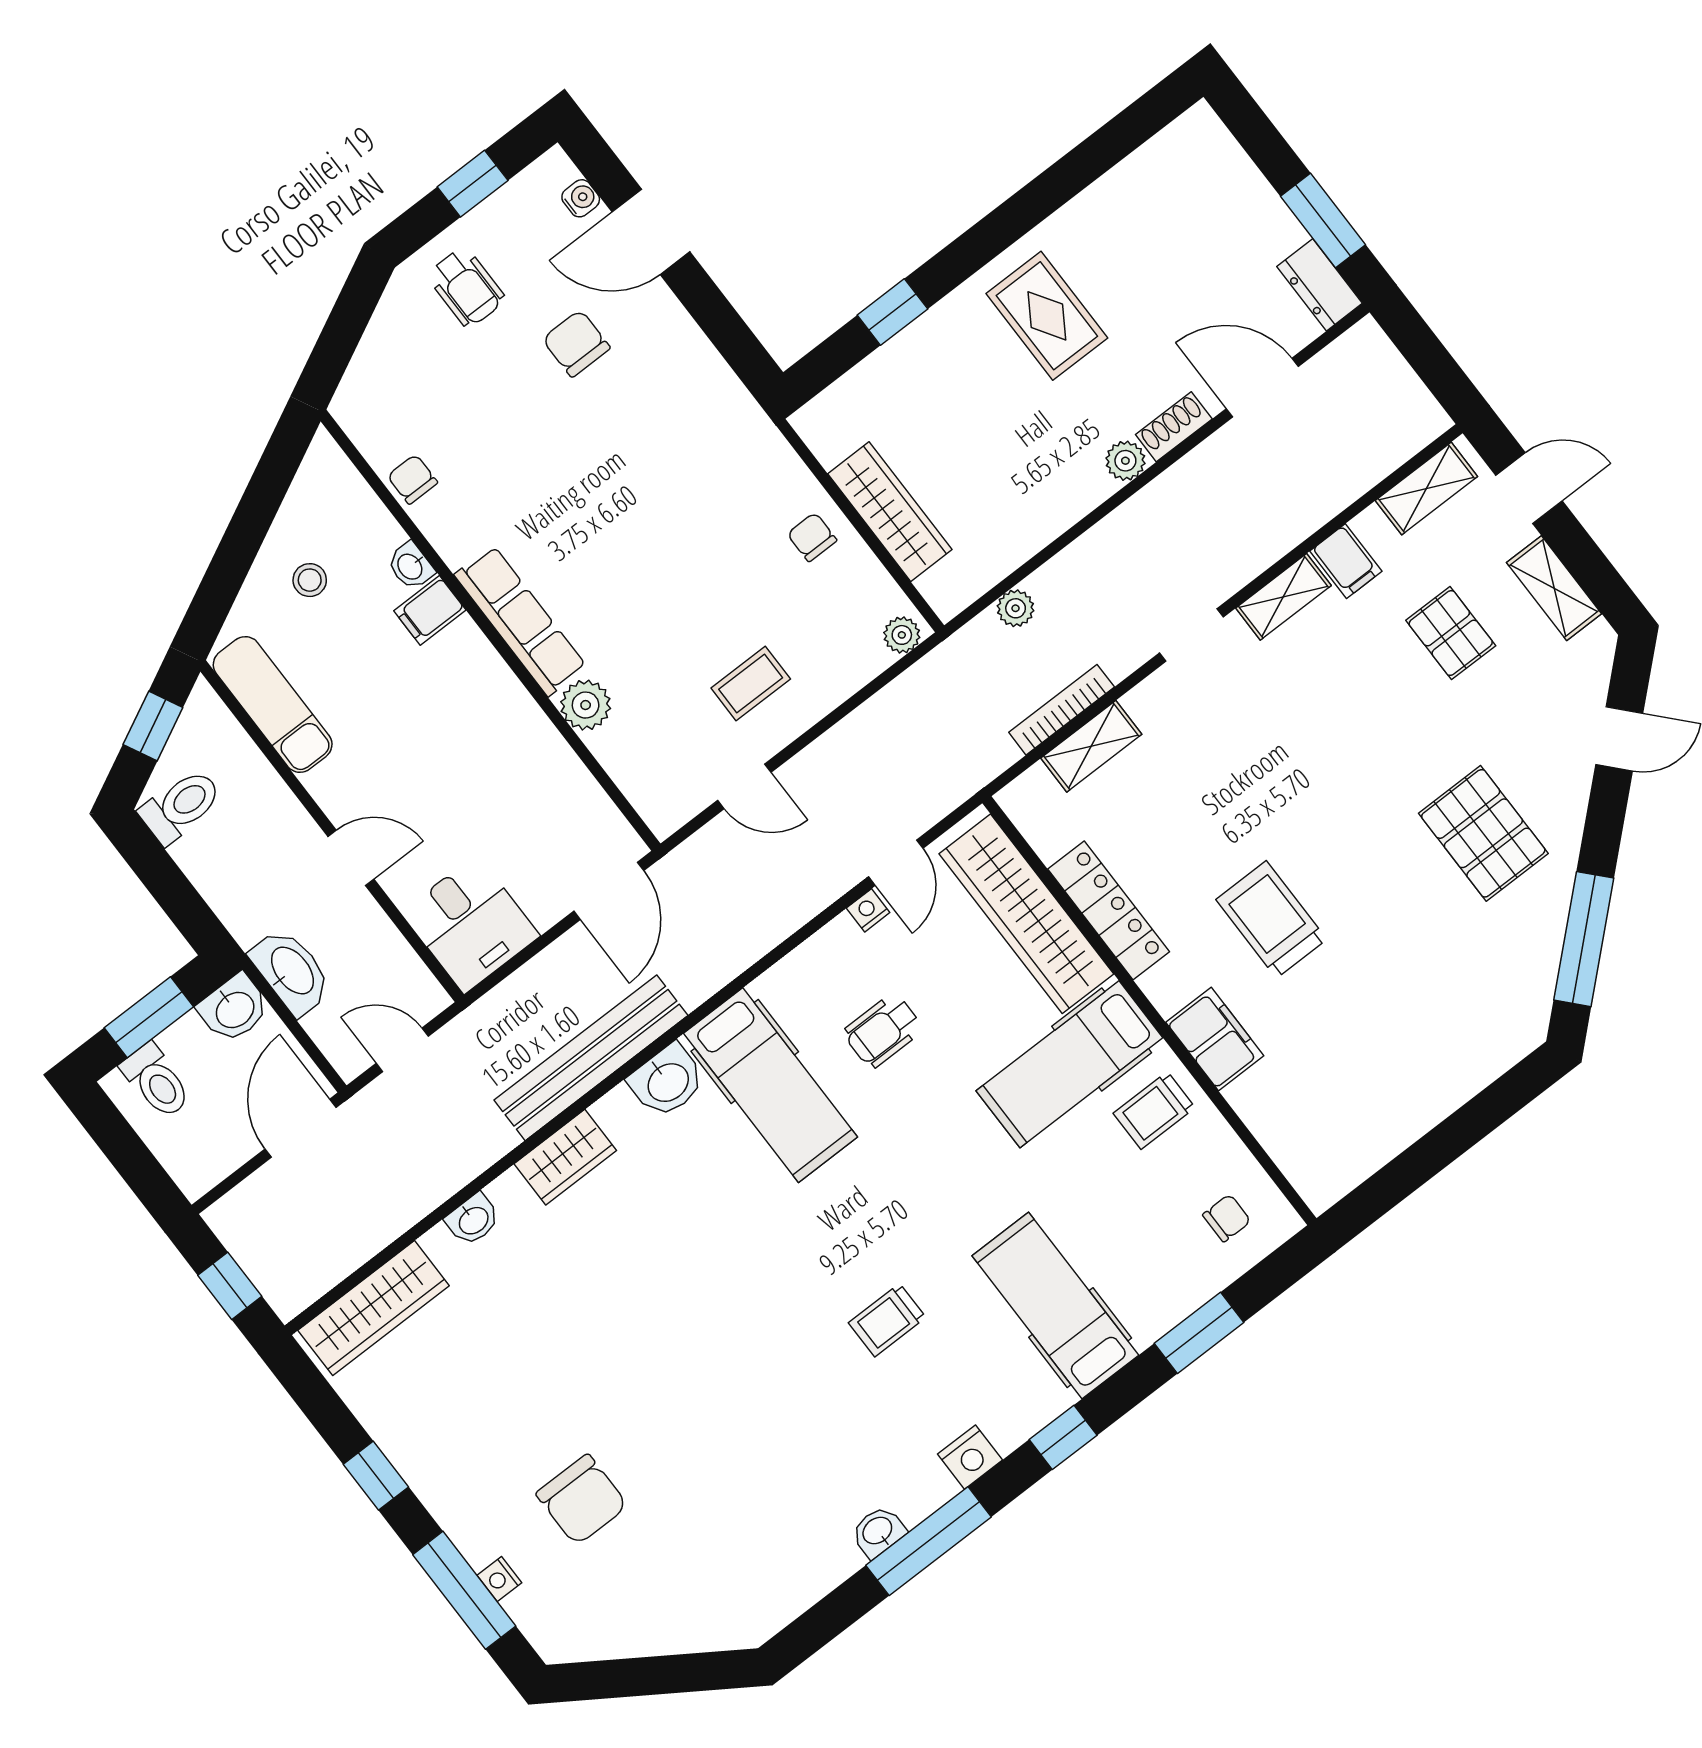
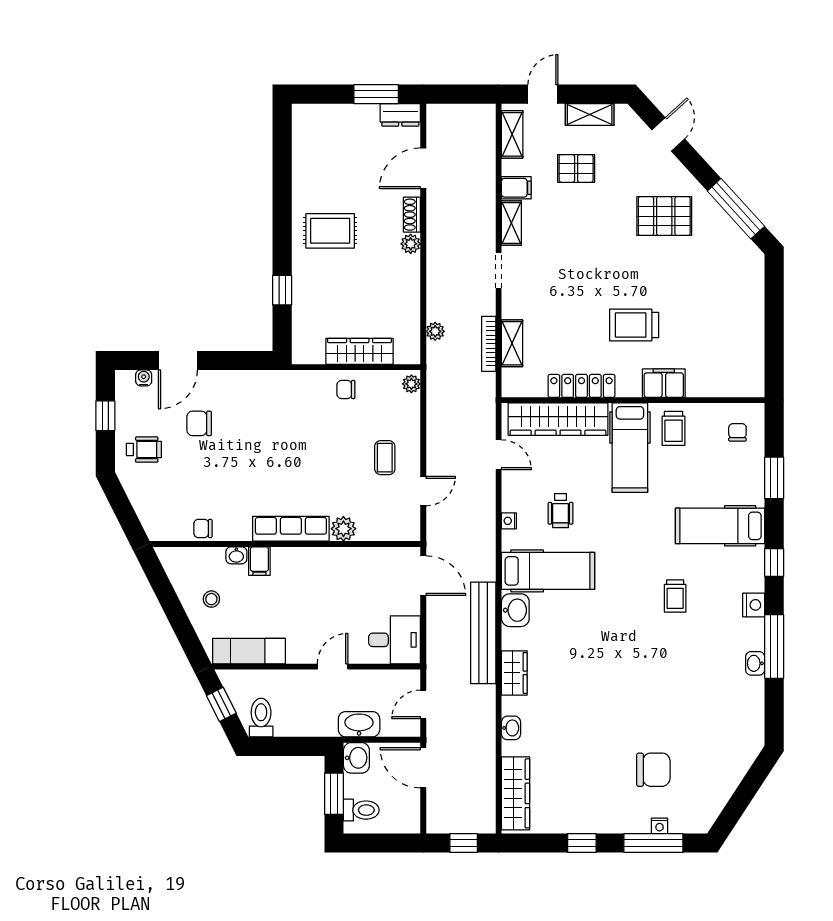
nightstand: (868, 910) -> (509, 521), moved

